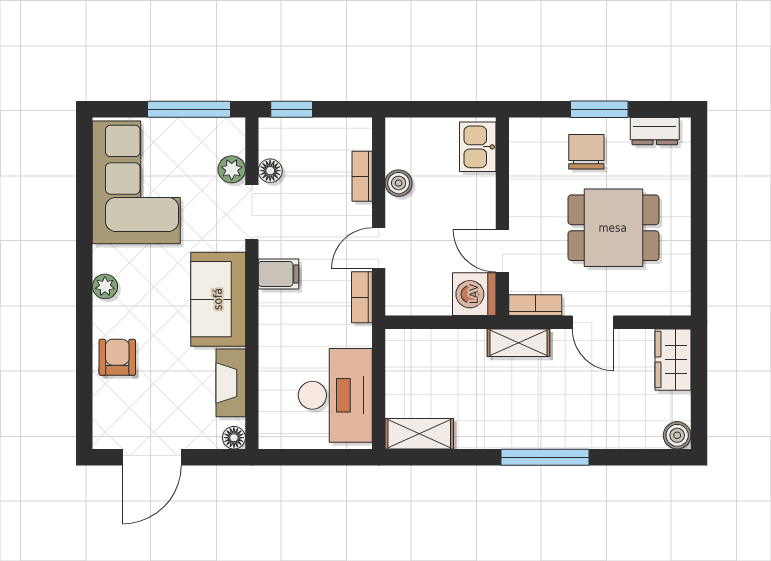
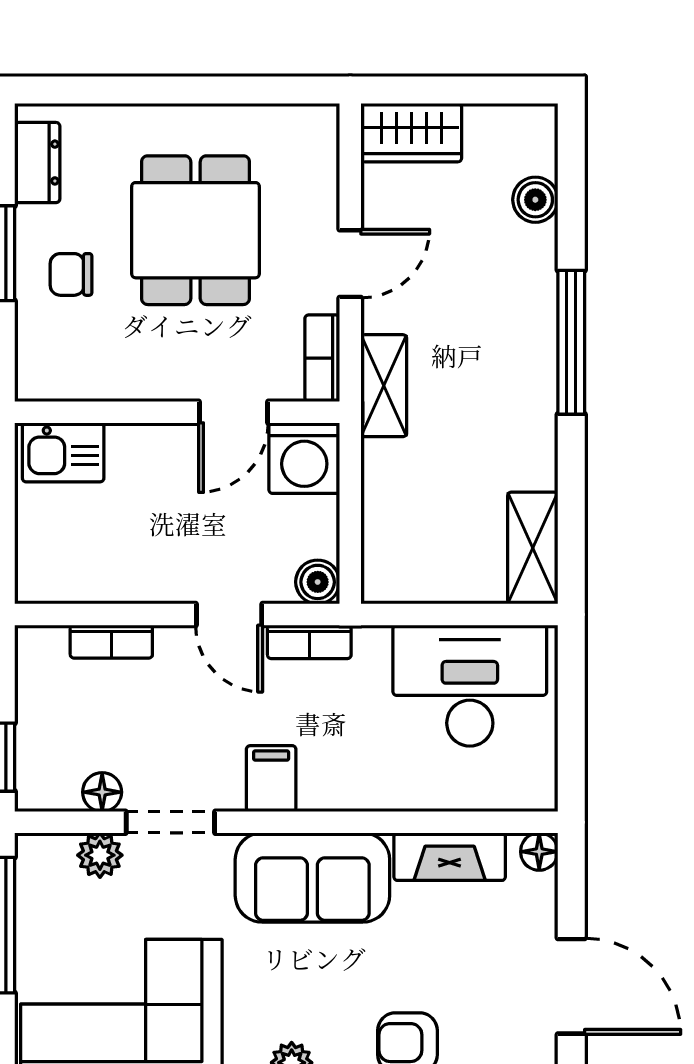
chair: (586, 152) -> (71, 274), width x0.73, depth x0.73
boiler: (399, 183) -> (318, 582), moved
boiler: (677, 435) -> (535, 200), moved

